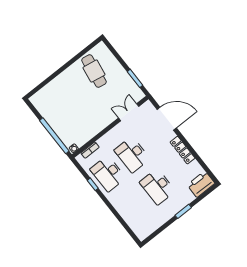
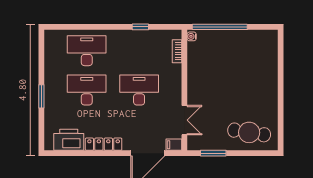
cafe table: (94, 71) -> (249, 132), moved
filing cabinet: (149, 107) -> (174, 145), added
desk: (108, 174) -> (87, 51), moved
printer: (201, 184) -> (69, 140), moved, turned -90

